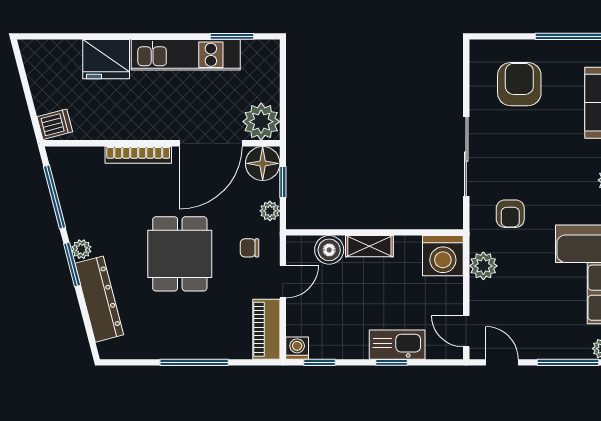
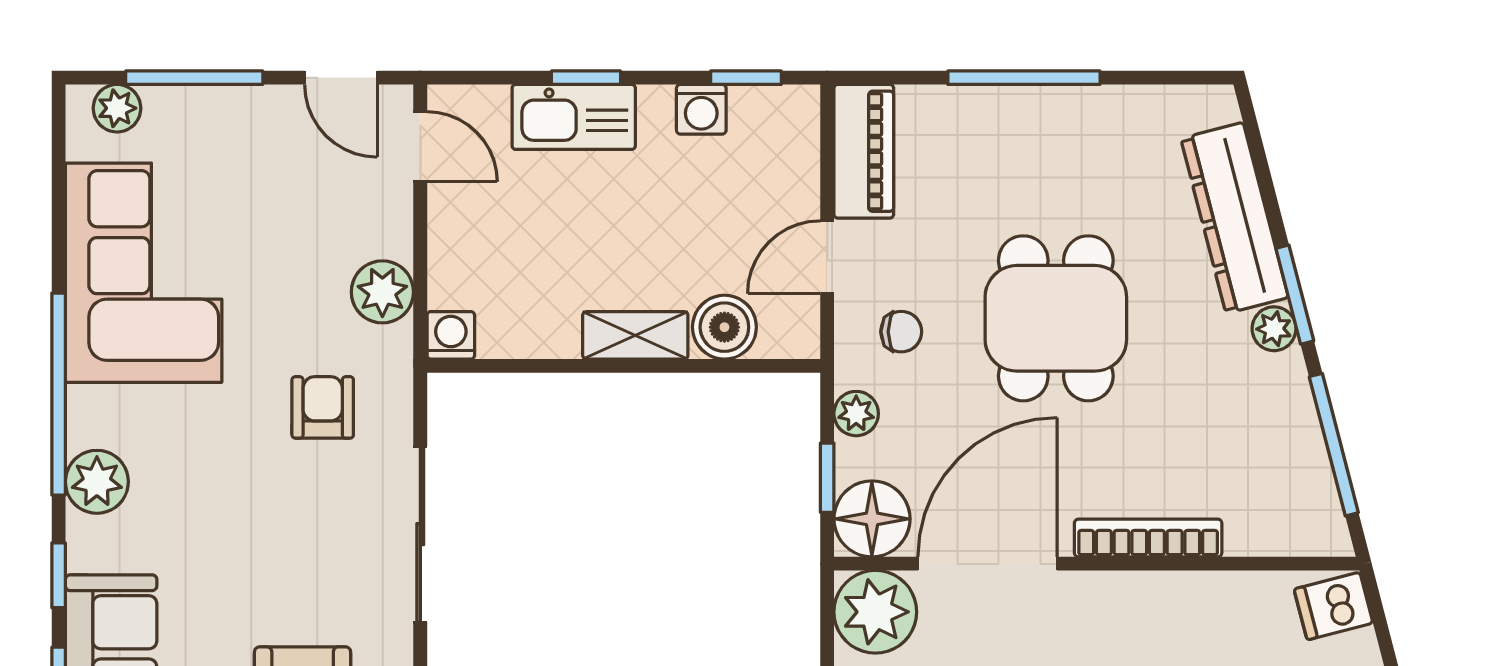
washing machine: (443, 256) -> (451, 335), width x0.53, depth x0.53
washing machine: (297, 348) -> (701, 109), moved

